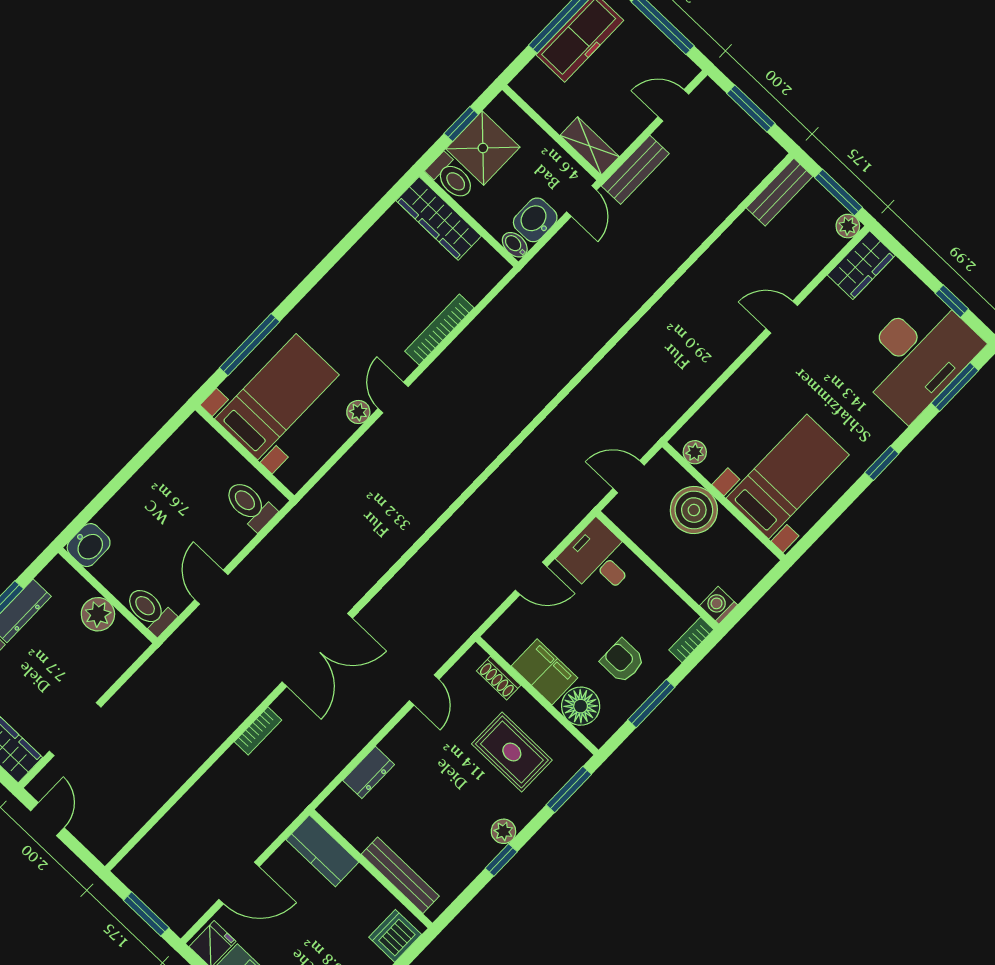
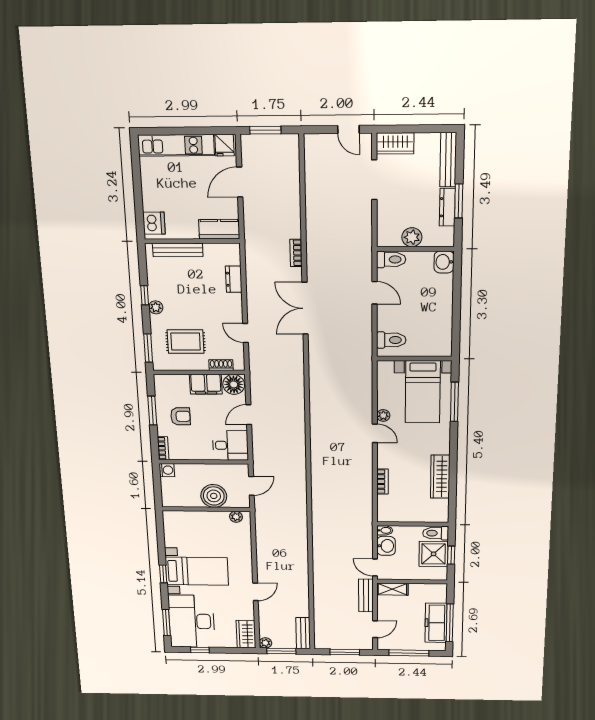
wardrobe: (439, 218) -> (440, 477), moved, turned -90
bookcase: (439, 330) -> (382, 482), width x0.64
bed with nightstands: (788, 477) -> (197, 571), moved, turned -90
floor lamp: (581, 706) -> (234, 384), moved

